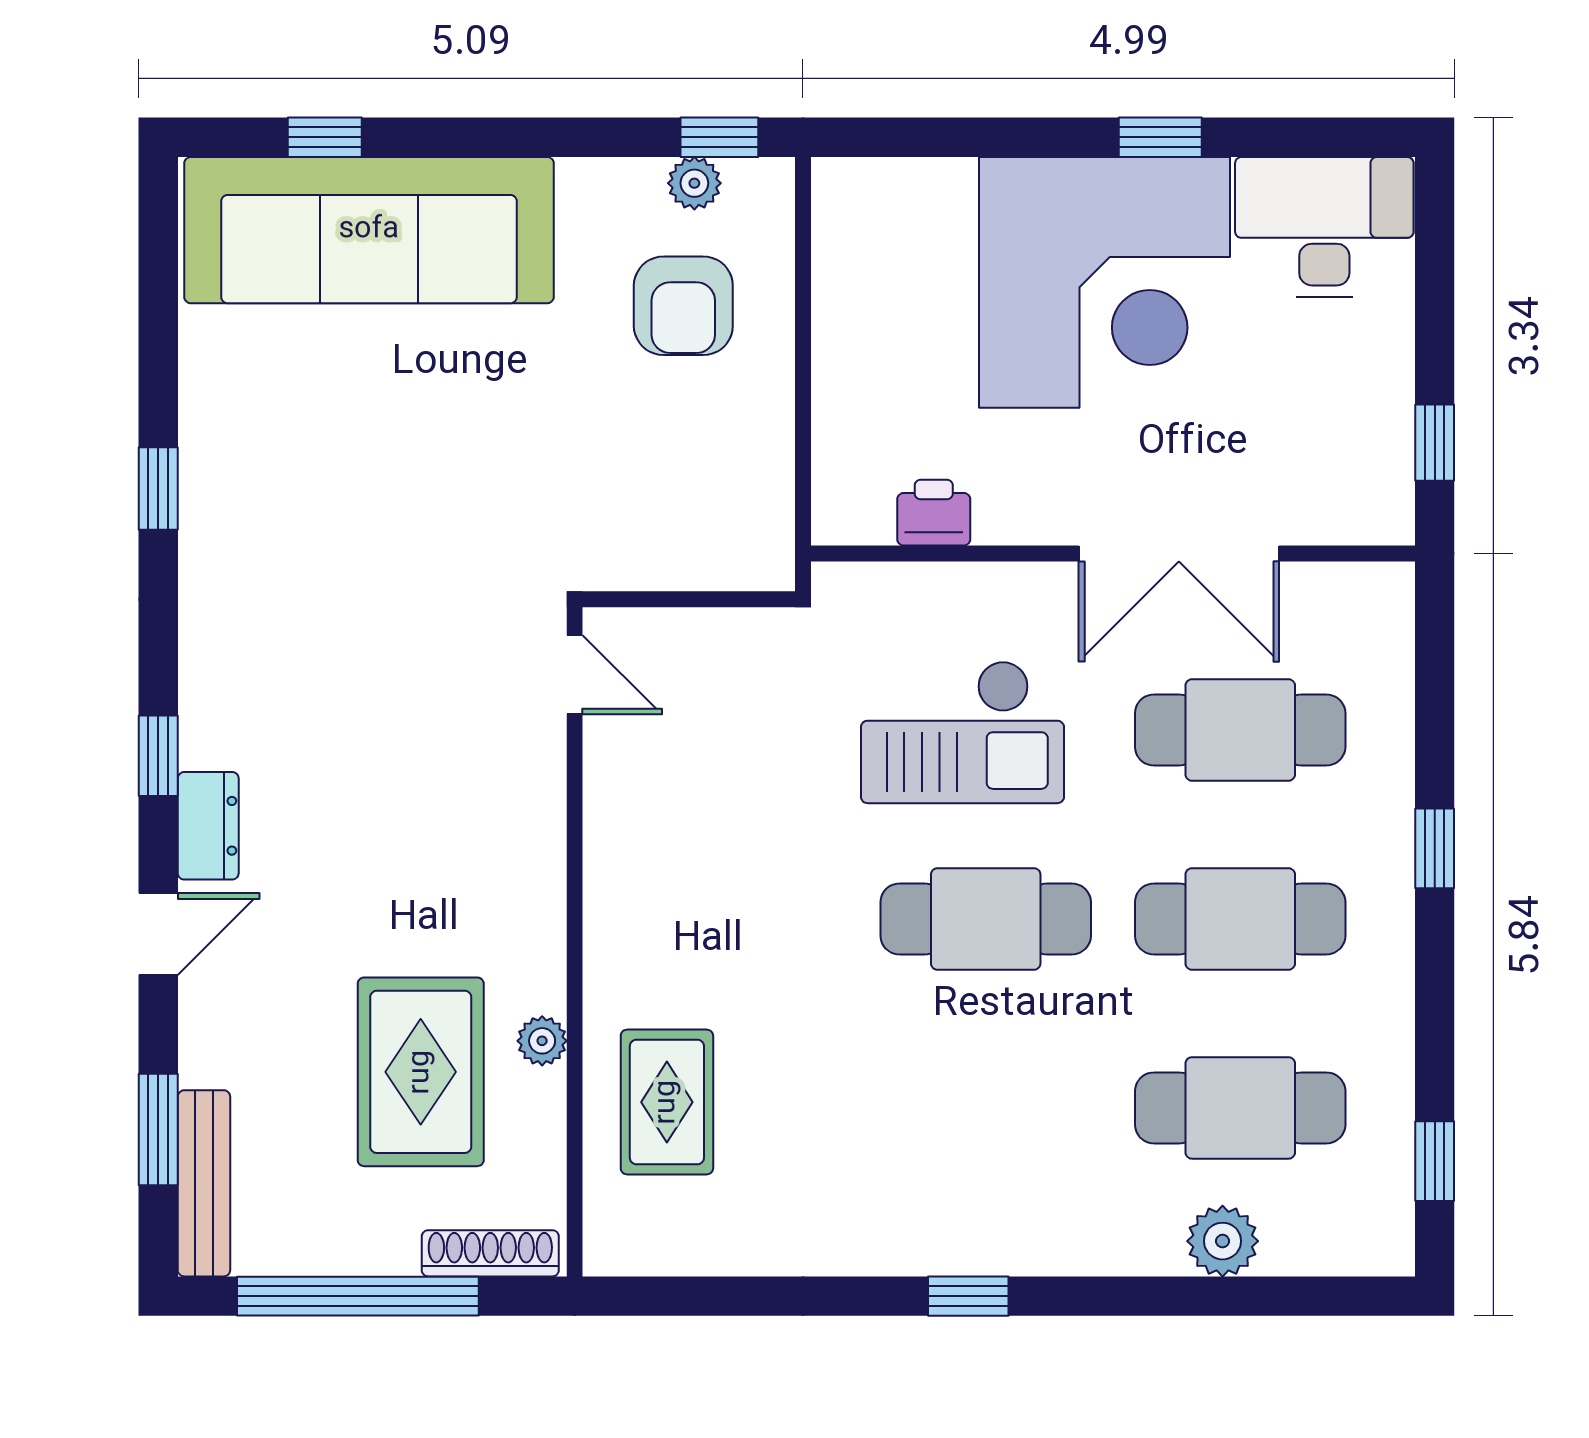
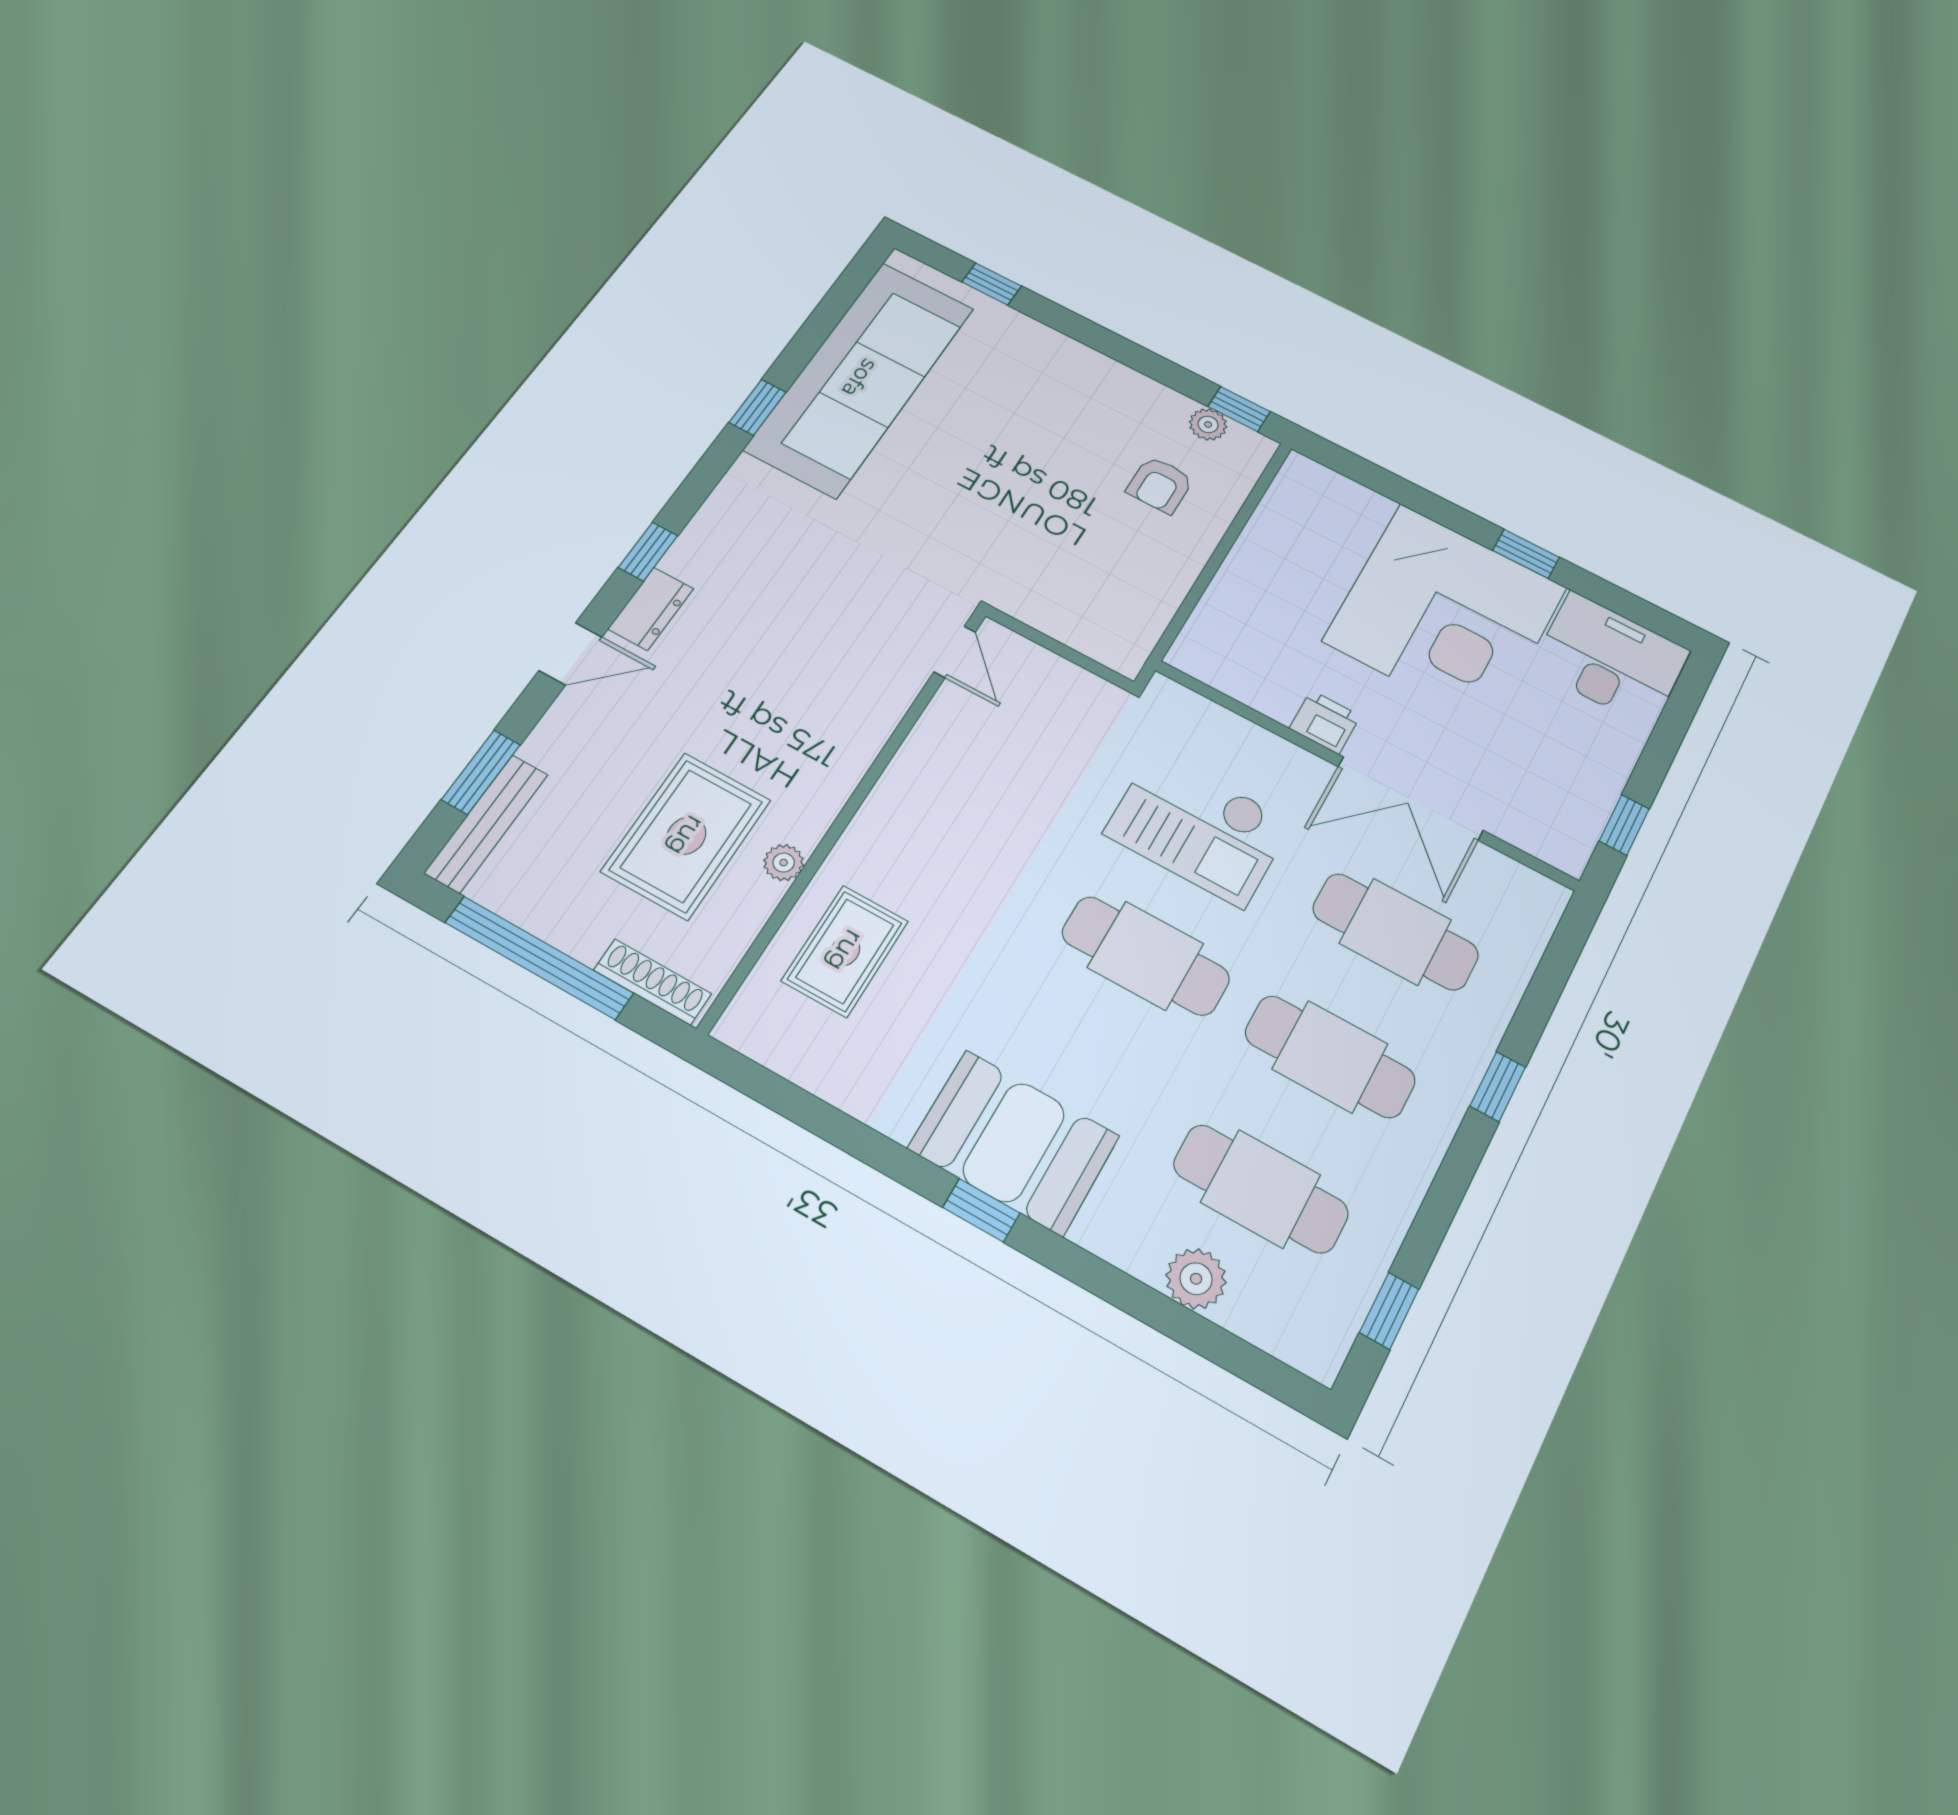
sofa: (369, 230) -> (860, 378), moved, turned -90
armchair: (683, 306) -> (1160, 485), width x0.72, depth x0.72
printer: (934, 513) -> (1325, 722), moved
booth: (961, 1206) -> (1014, 1142), added

